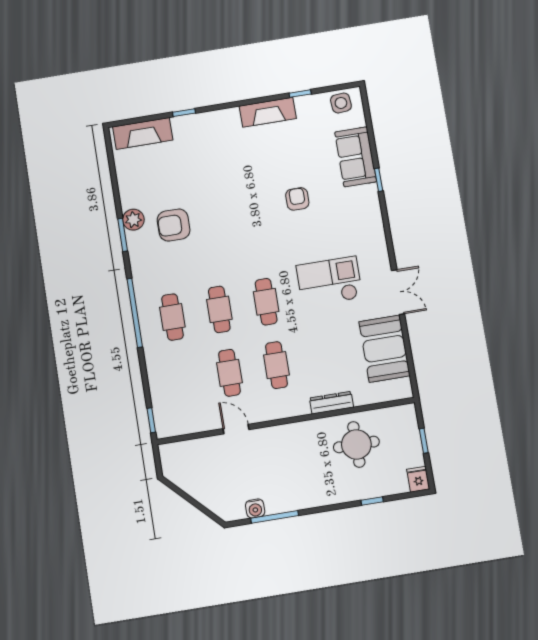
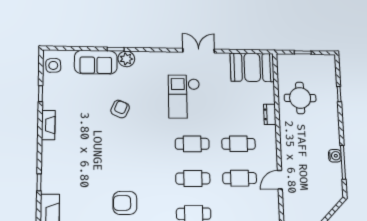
fireplace: (268, 112) -> (48, 125), width x0.73, depth x0.76
plant: (368, 196) -> (126, 59), added
armchair: (297, 199) -> (120, 109), turned 114
armchair: (174, 225) -> (125, 203), turned 90
booth: (384, 349) -> (252, 67), moved
dresser: (332, 403) -> (270, 114), width x0.70
fridge: (418, 479) -> (328, 61), removed
water cooler: (255, 508) -> (335, 156), moved

